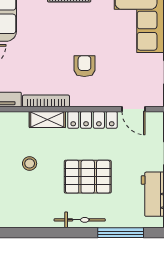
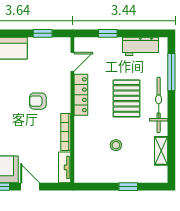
shelving: (47, 119) -> (161, 151), moved
bicycle: (80, 220) -> (159, 105), width x1.37, depth x1.40

